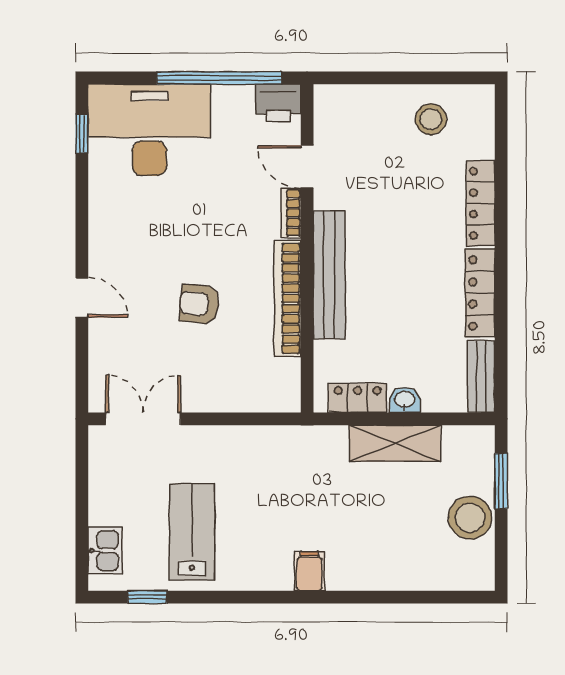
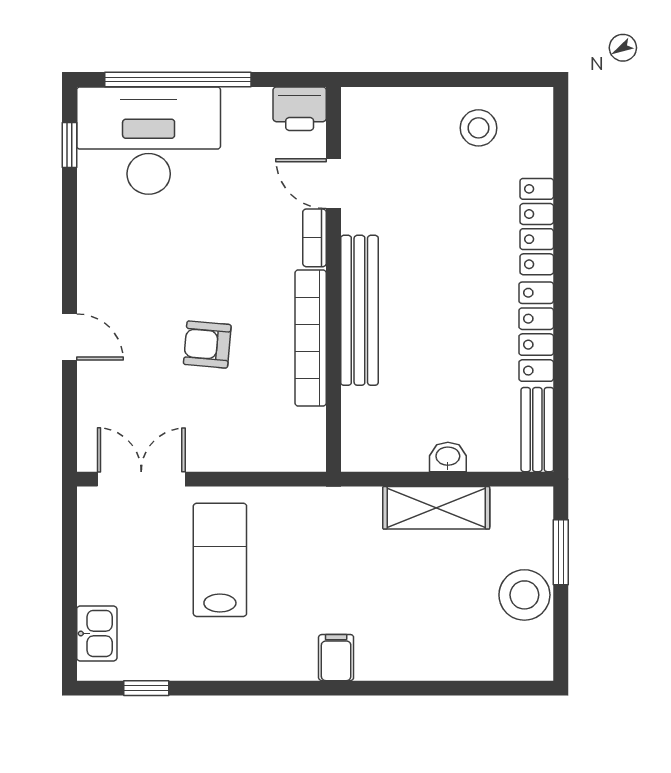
window: (219, 78) -> (178, 79), moved
locker: (358, 398) -> (393, 455), removed
lab bench: (192, 532) -> (220, 560), moved

